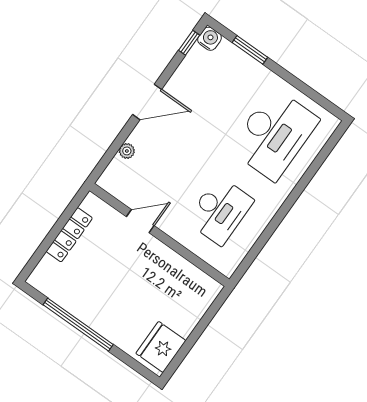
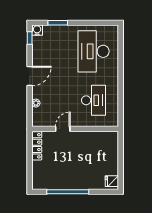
desk: (274, 134) -> (94, 51), turned 180
locker: (69, 235) -> (37, 146), moved
fridge: (161, 347) -> (112, 181), width x0.53, depth x0.75

